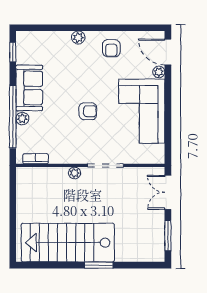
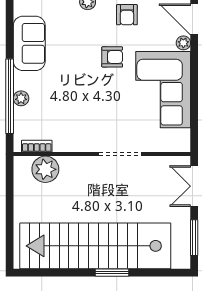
window: (13, 52) -> (10, 19), removed
sofa: (29, 88) -> (29, 43), moved
armchair: (88, 111) -> (112, 57), moved
plant: (74, 173) -> (45, 169), moved, width x1.88, depth x1.88
stairs: (68, 243) -> (95, 246), width x1.36

